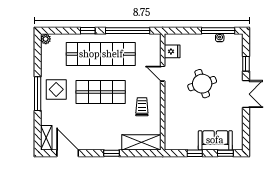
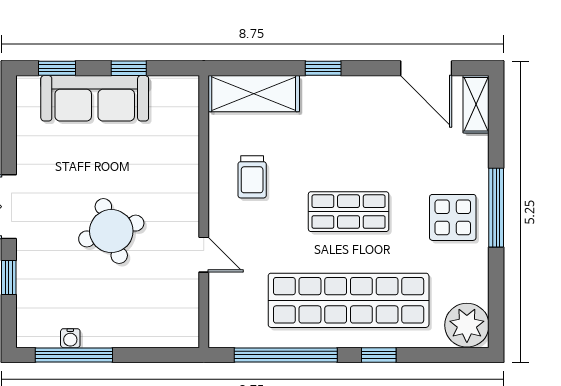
plant: (46, 39) -> (467, 325), width x1.87, depth x1.87
fridge: (172, 51) -> (181, 306), removed
shop shelf: (101, 92) -> (349, 212), width x0.70, depth x0.74
sofa: (215, 140) -> (95, 98), width x1.36

